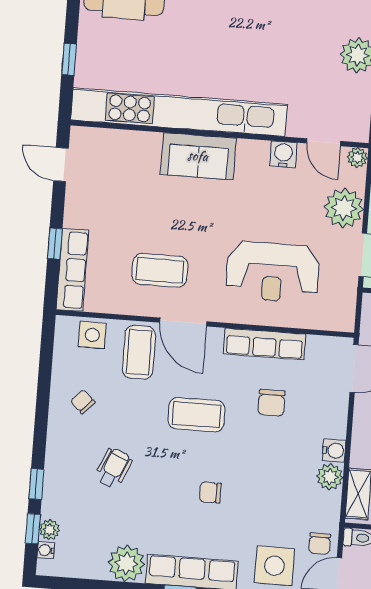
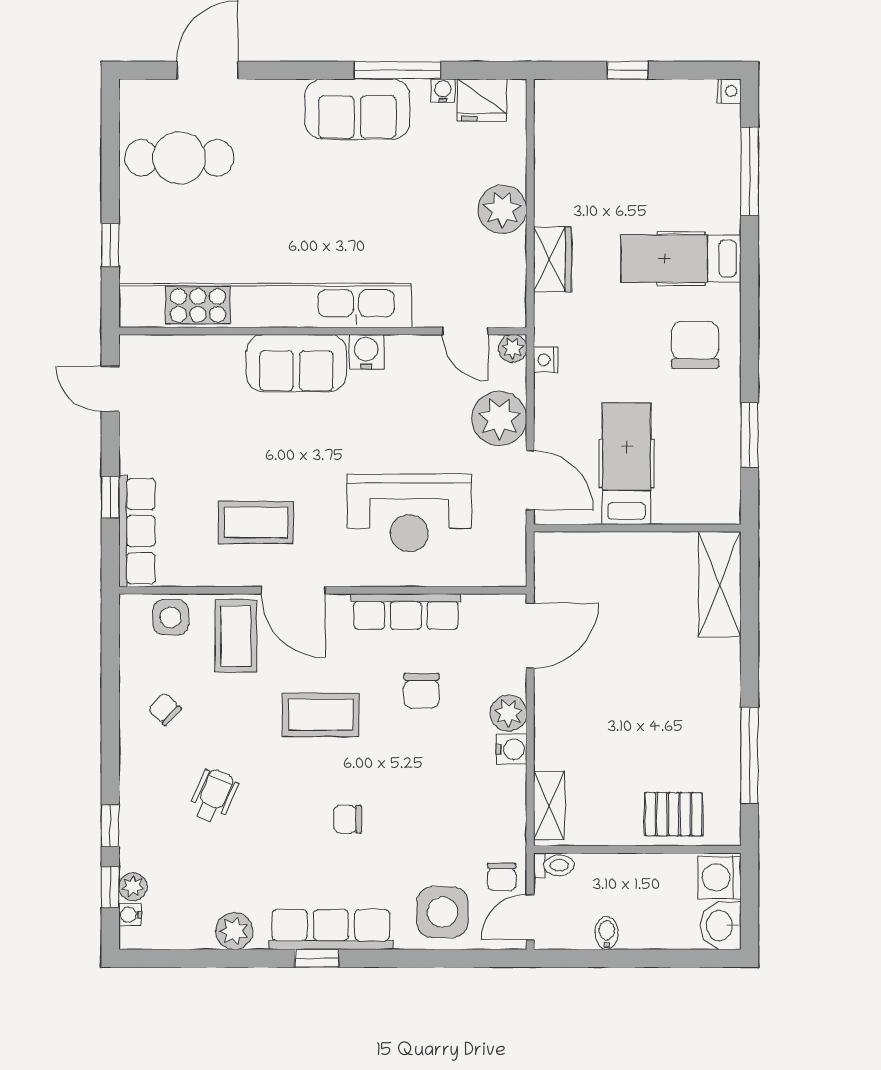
water cooler: (283, 154) -> (366, 352), moved
plant: (330, 477) -> (508, 713), moved
plant: (126, 563) -> (234, 931), width x0.73, depth x0.73

